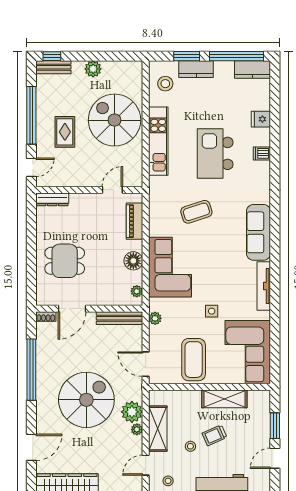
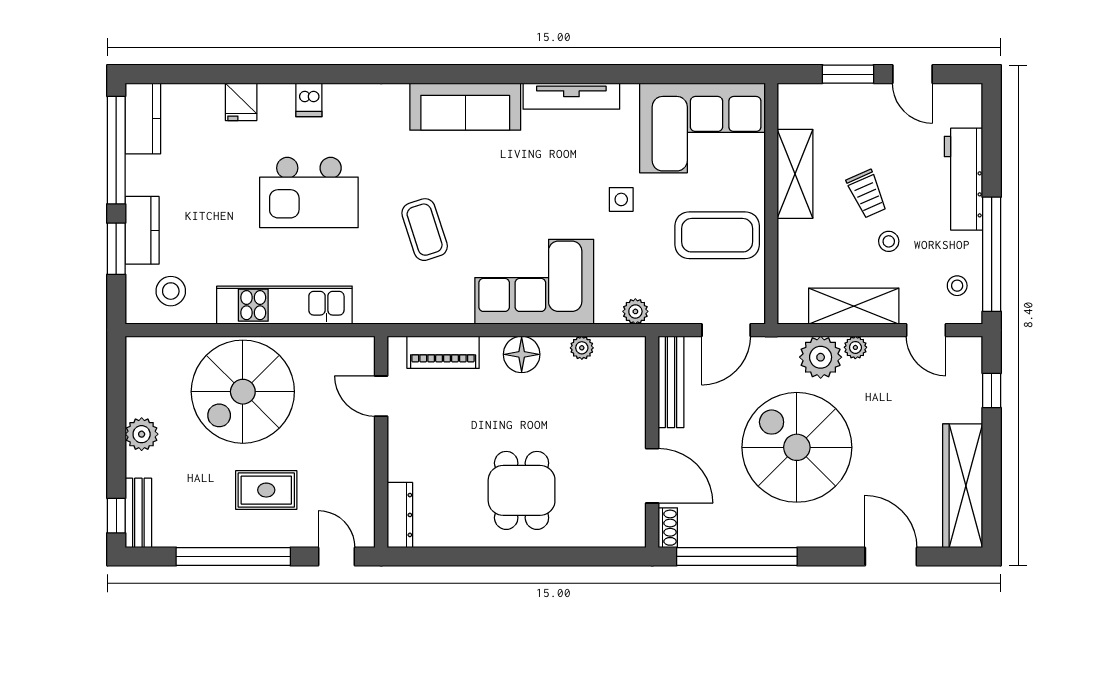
door: (72, 309) -> (652, 476), moved
wall: (89, 309) -> (652, 442), moved
shoe rack: (46, 317) -> (668, 528), moved
bench: (119, 318) -> (671, 382), moved

